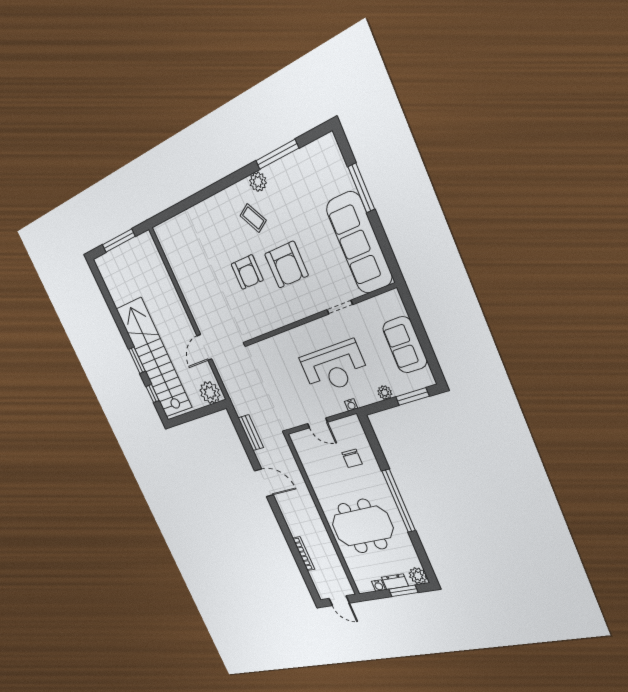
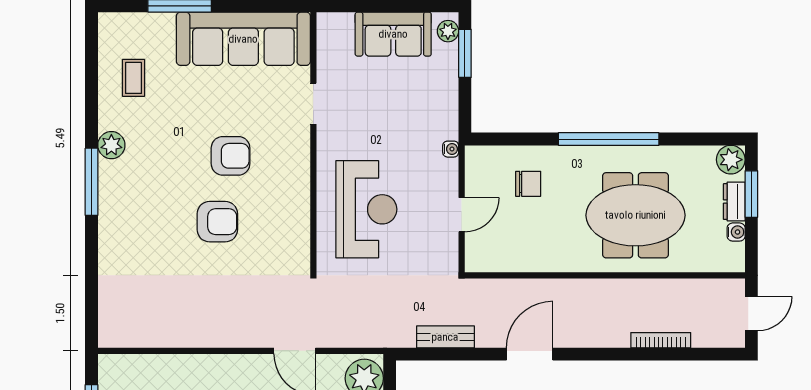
window: (277, 154) -> (92, 182), moved
coffee table: (253, 218) -> (133, 78), moved, turned -61
armchair: (286, 265) -> (231, 156), width x0.73, depth x0.73
reception desk: (334, 367) -> (366, 209), moved
plant: (385, 393) -> (448, 31), moved
meeting table: (362, 526) -> (635, 215), turned 90

